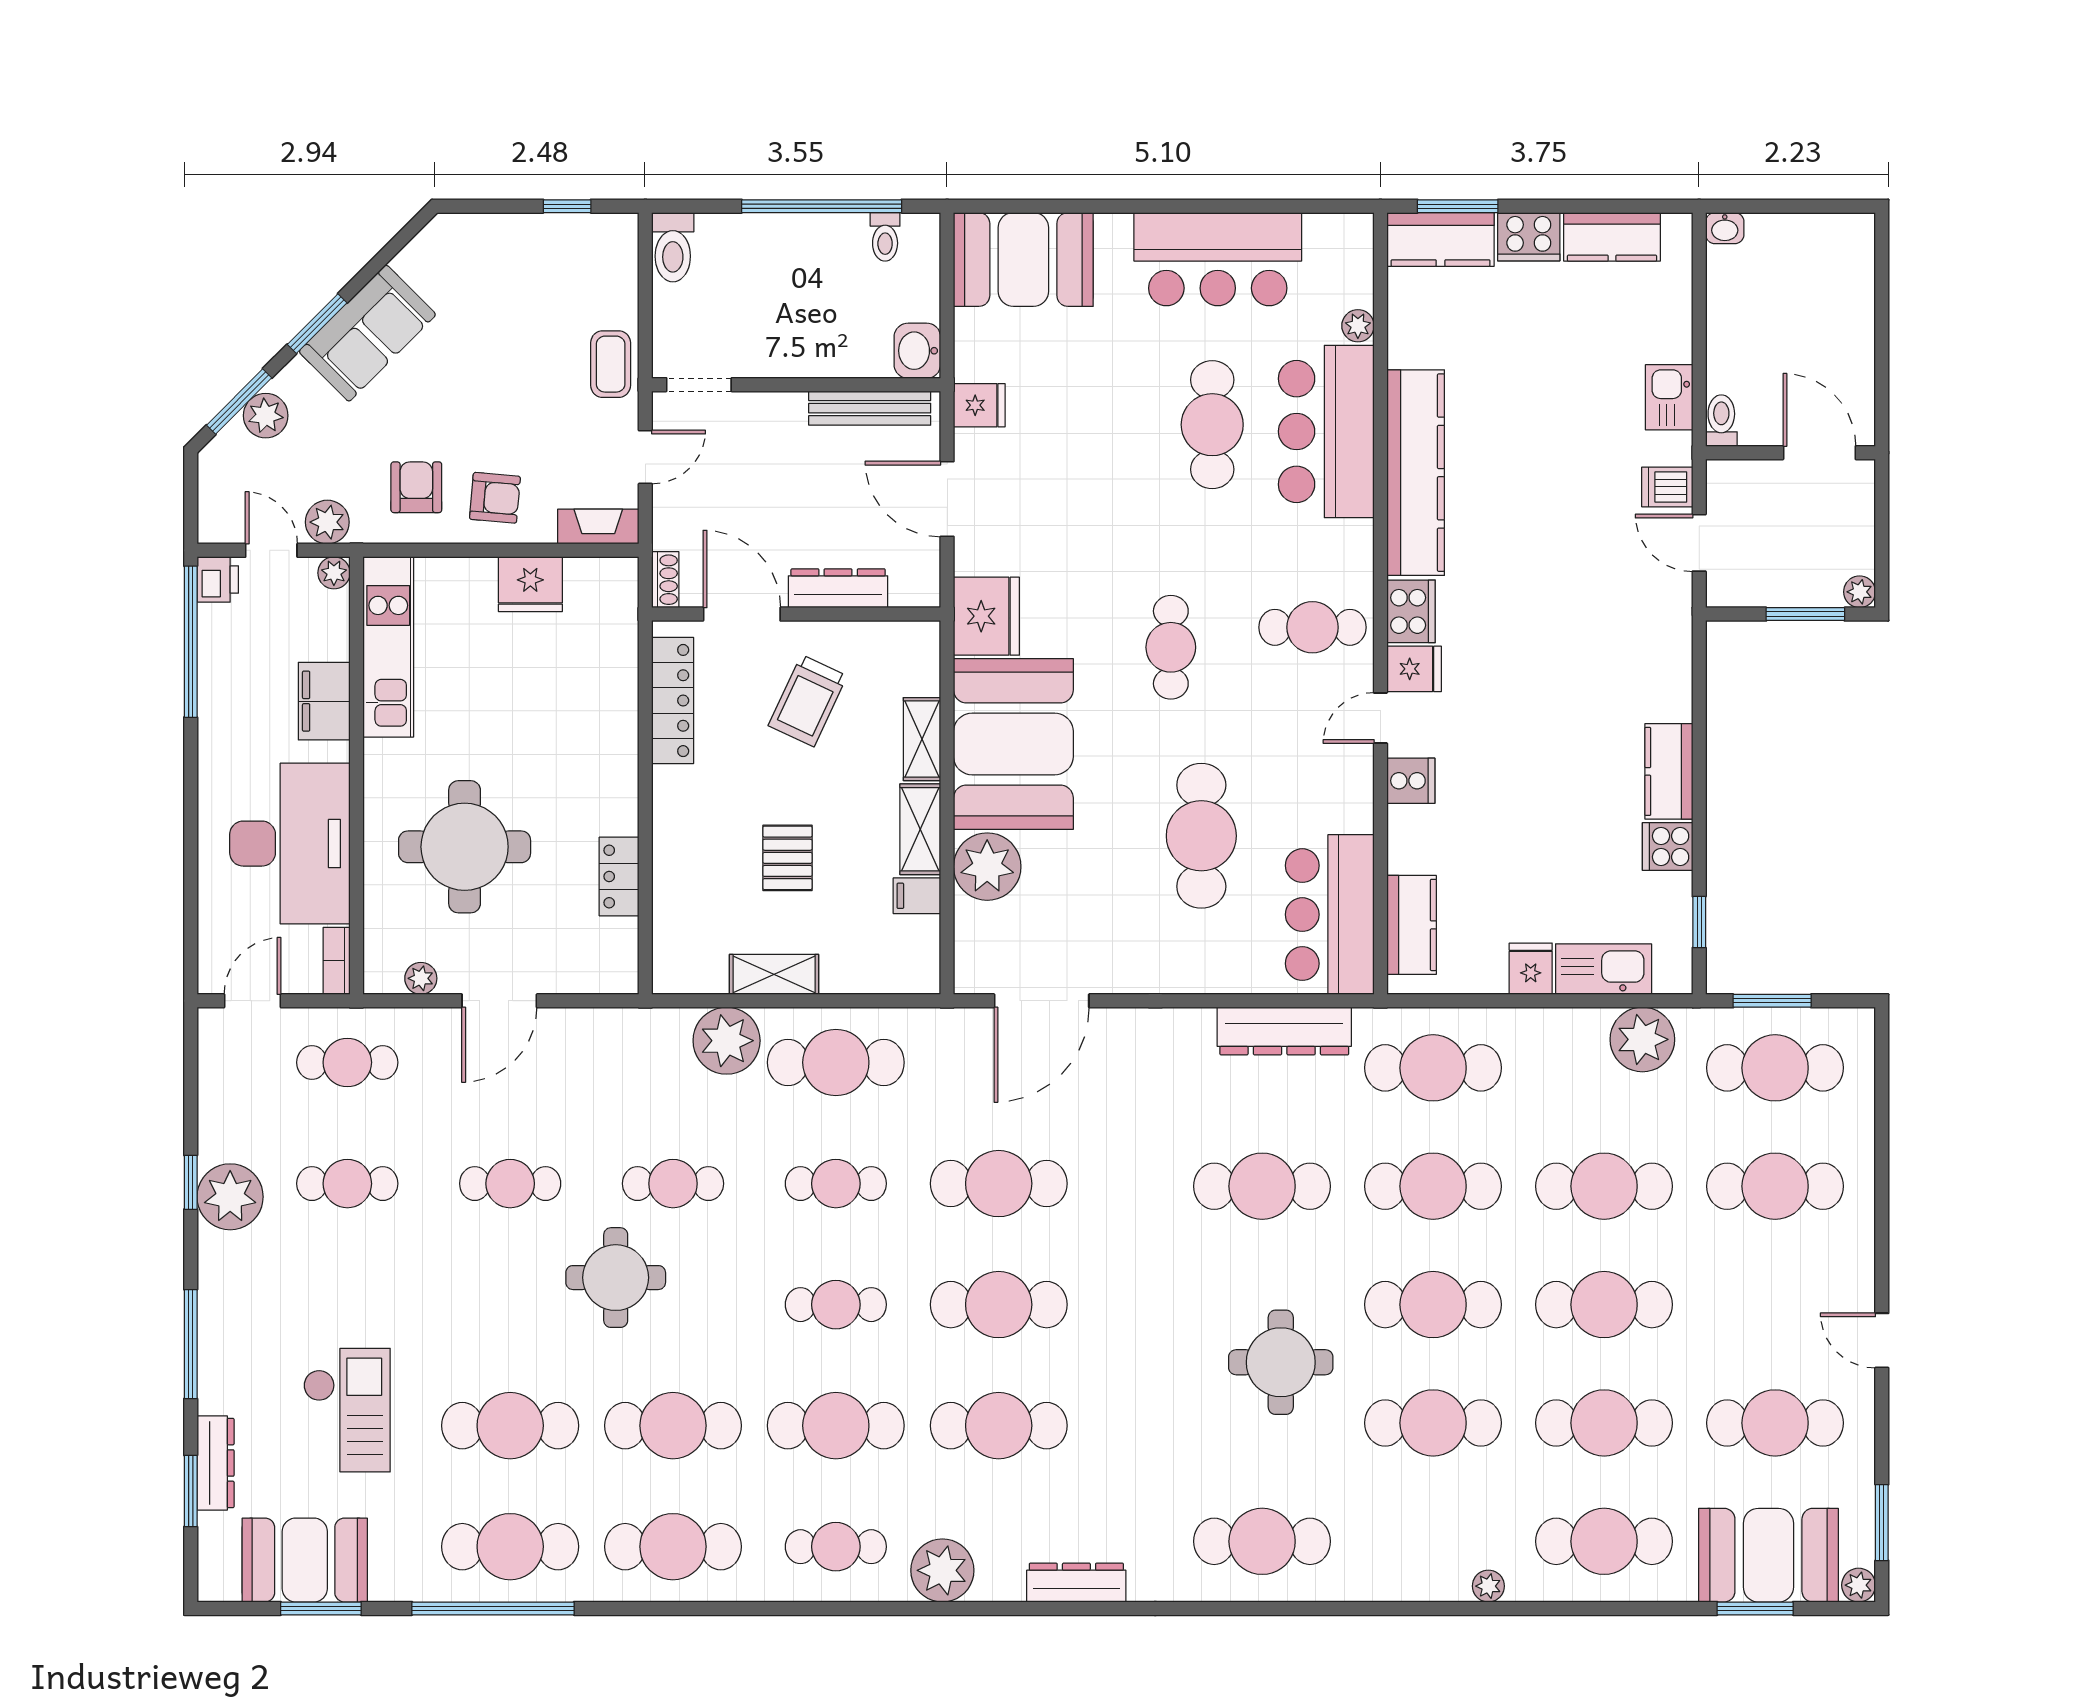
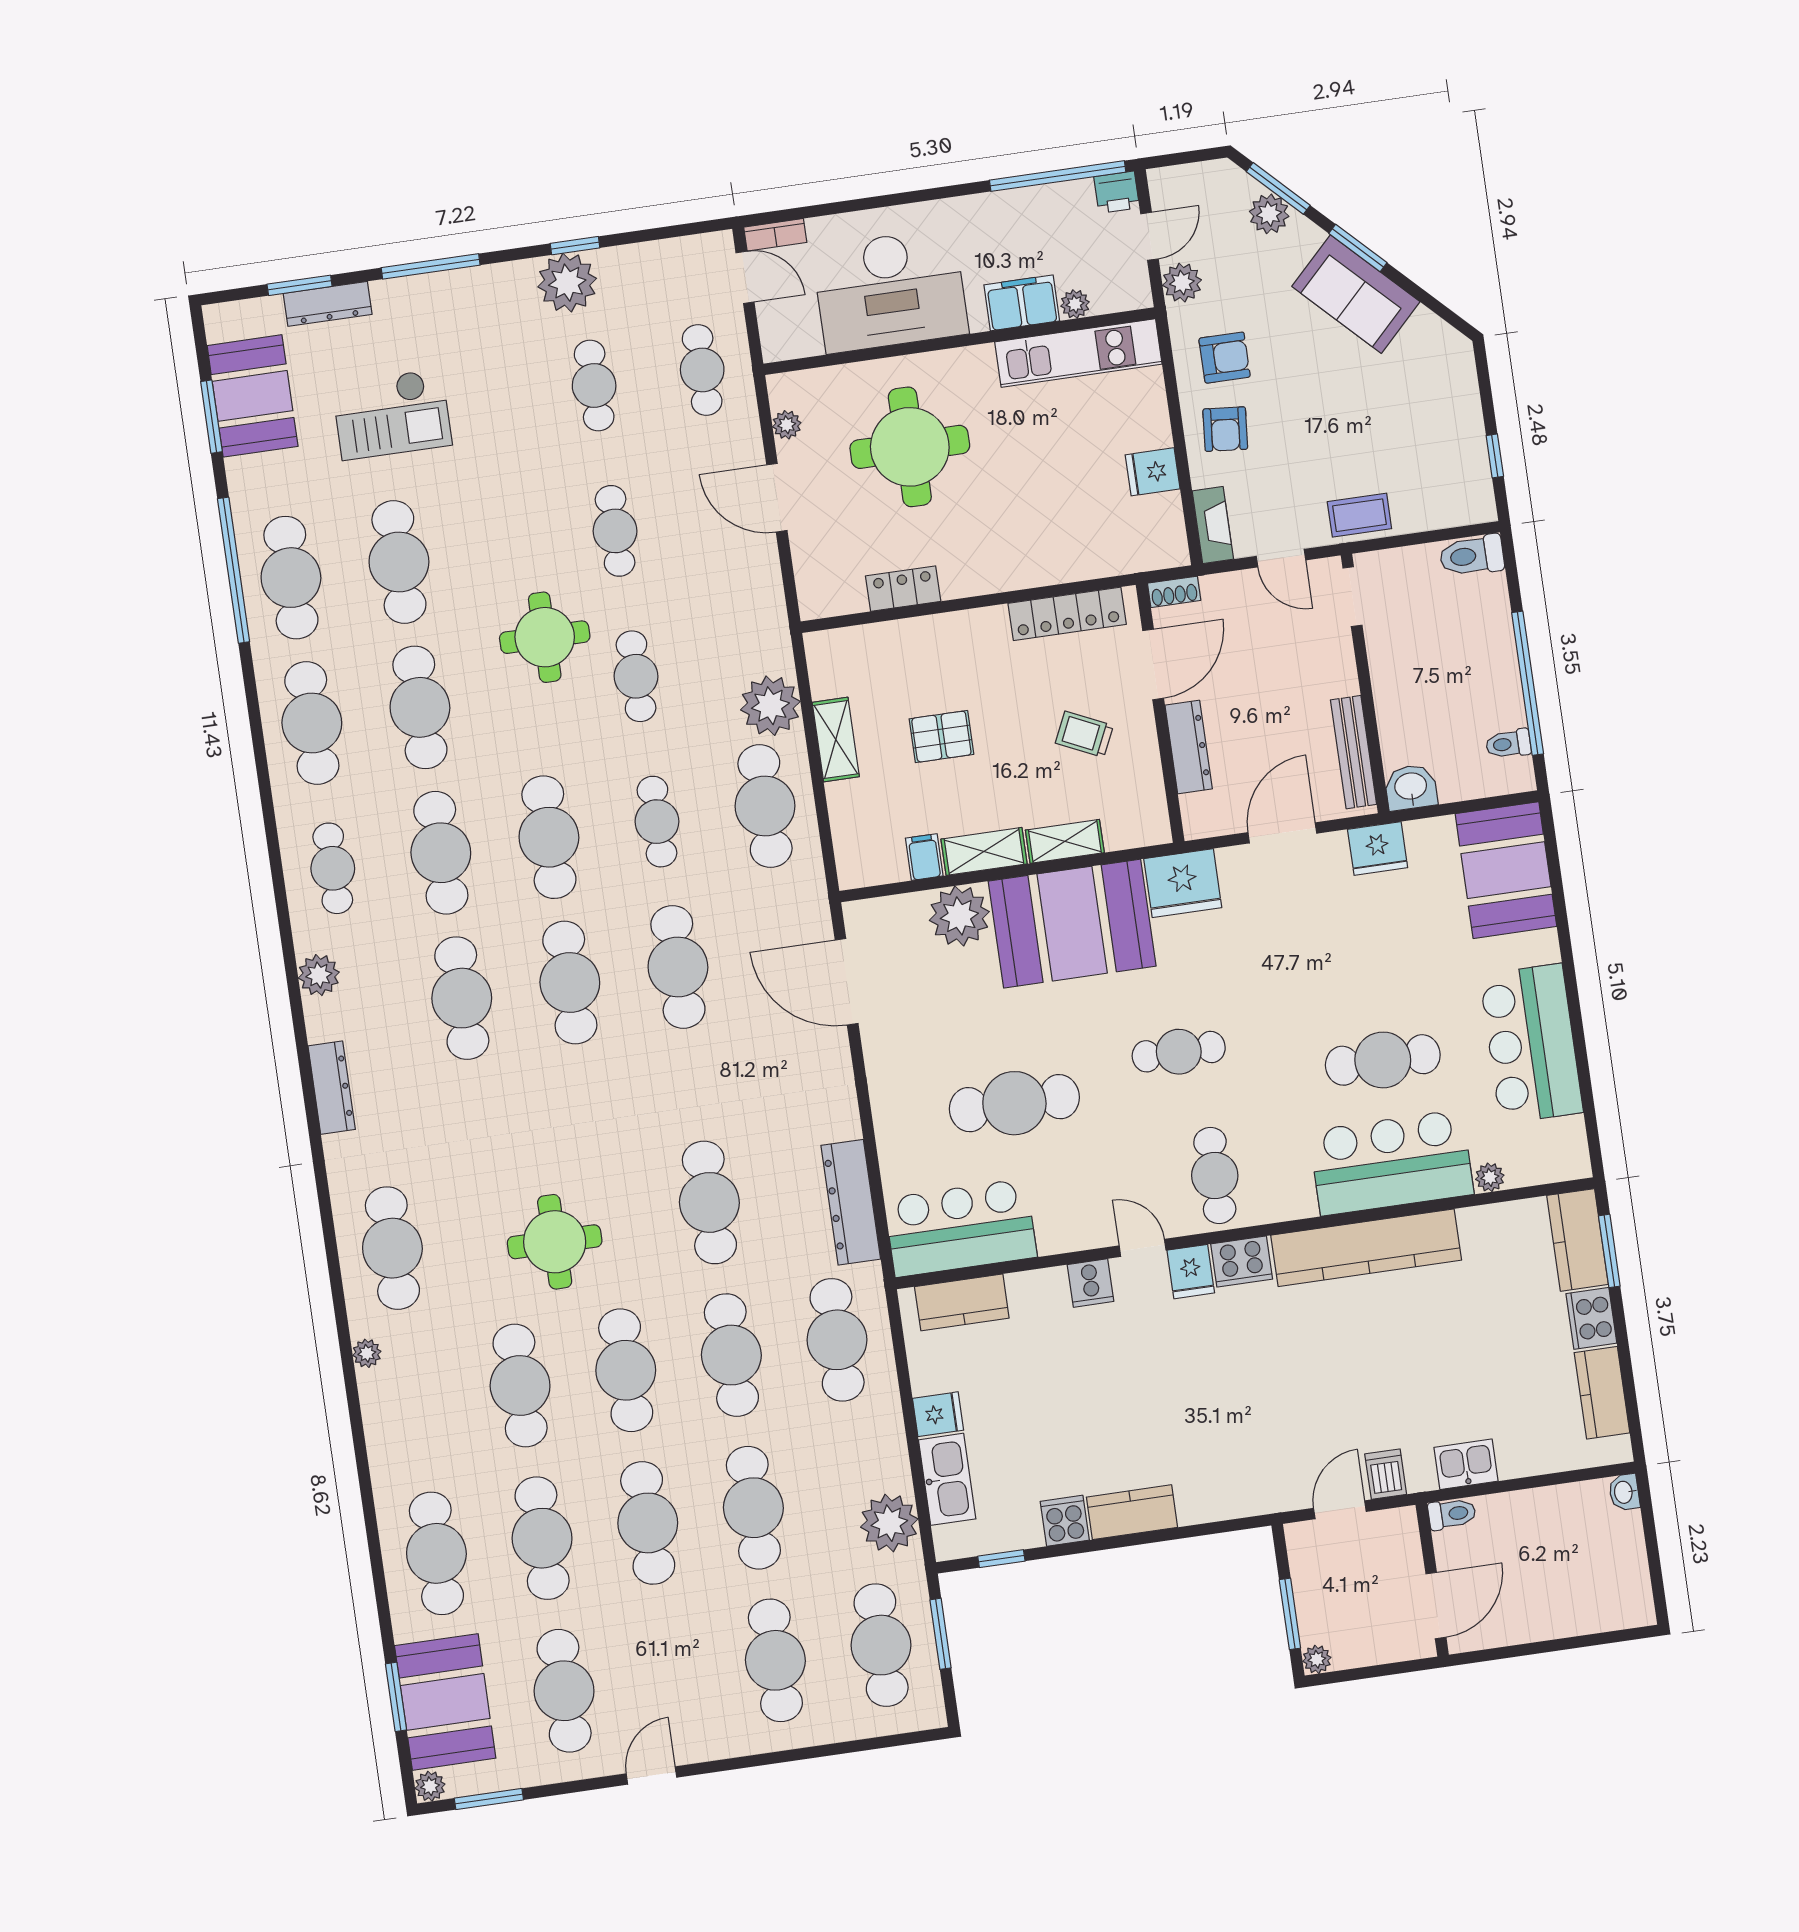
fridge: (979, 405) -> (1378, 848), width x1.38
plant: (334, 573) -> (1075, 304), moved
fridge: (530, 584) -> (1153, 472), width x0.72
trolley: (808, 701) -> (1084, 734), width x0.73, depth x0.72
bookcase: (337, 961) -> (775, 235), moved, turned 180
cafe table: (836, 1305) -> (549, 837), width x1.37, depth x1.35
plant: (942, 1570) -> (319, 975), width x0.73, depth x0.73
plant: (1488, 1586) -> (367, 1353), moved

